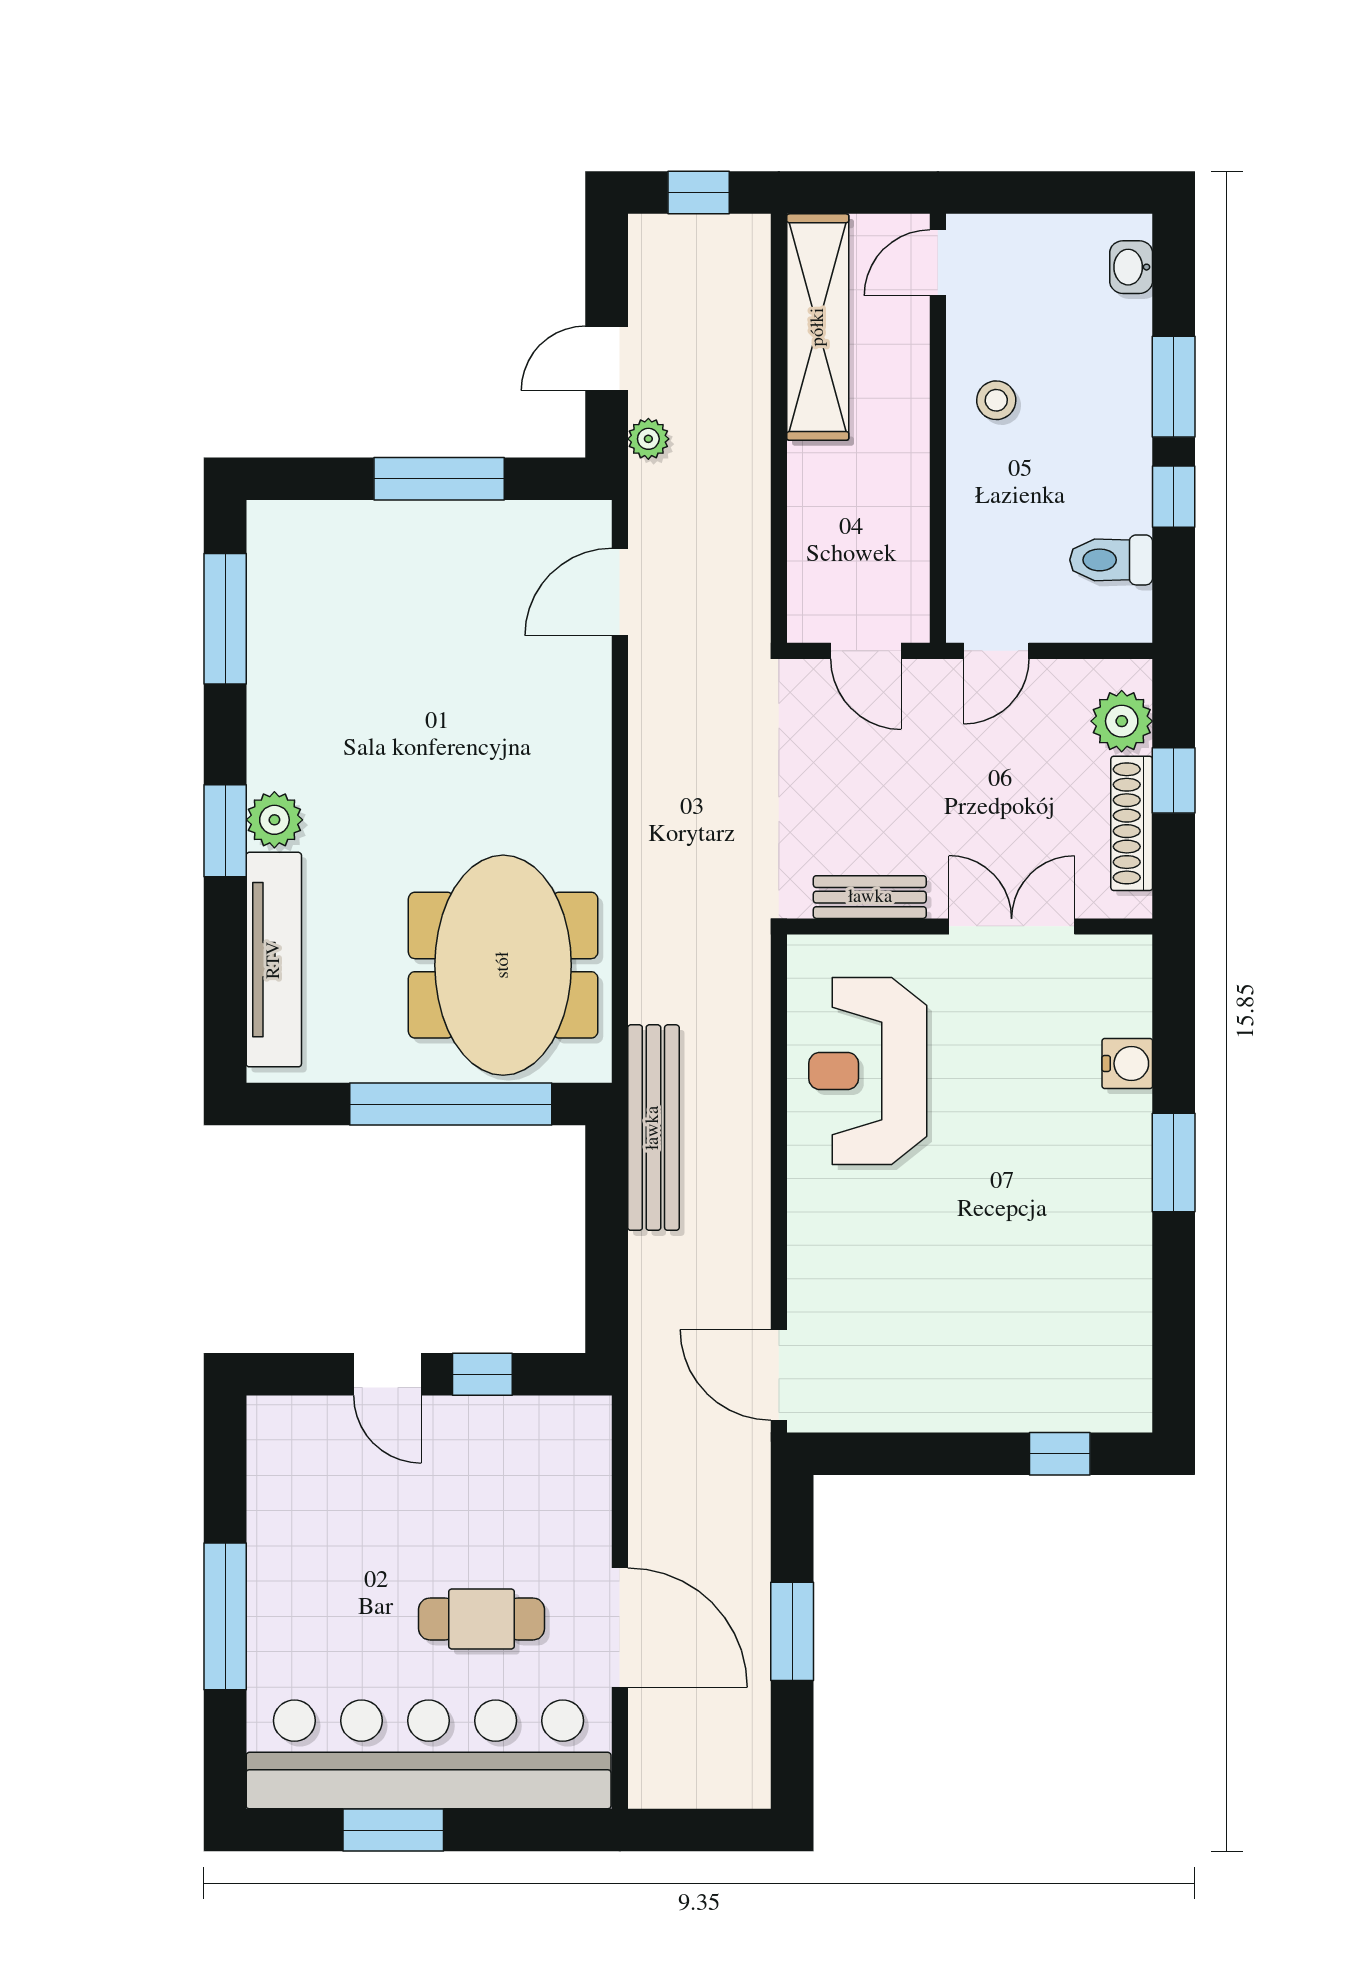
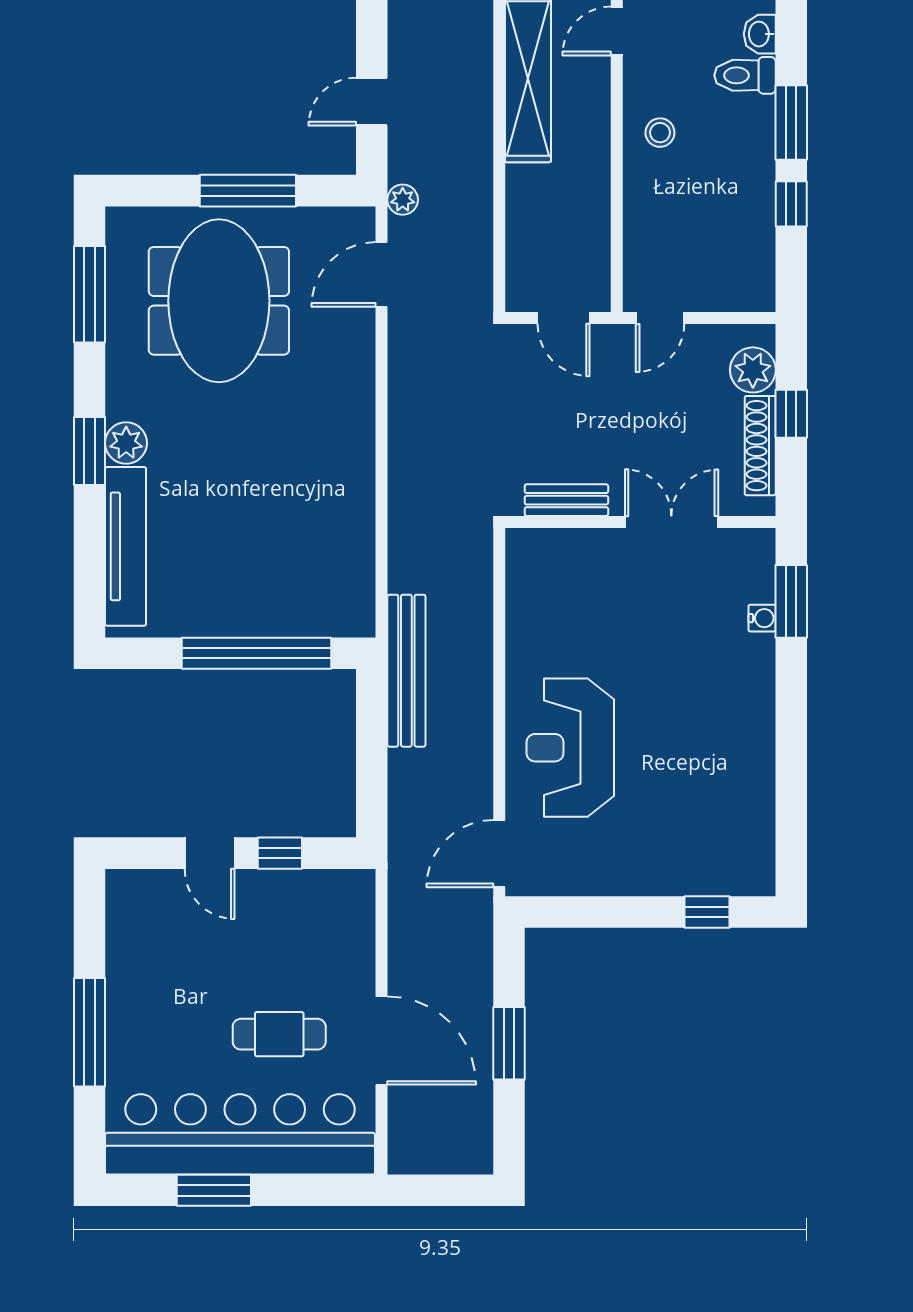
plant: (648, 439) -> (403, 200), moved
toilet: (1111, 560) -> (745, 75), moved
meeting table: (503, 965) -> (219, 301), moved
water cooler: (1127, 1063) -> (762, 618), width x0.72, depth x0.72
reception desk: (868, 1071) -> (570, 748), moved
window: (1174, 1162) -> (791, 601), moved
door: (779, 1375) -> (499, 854), hinge flipped

